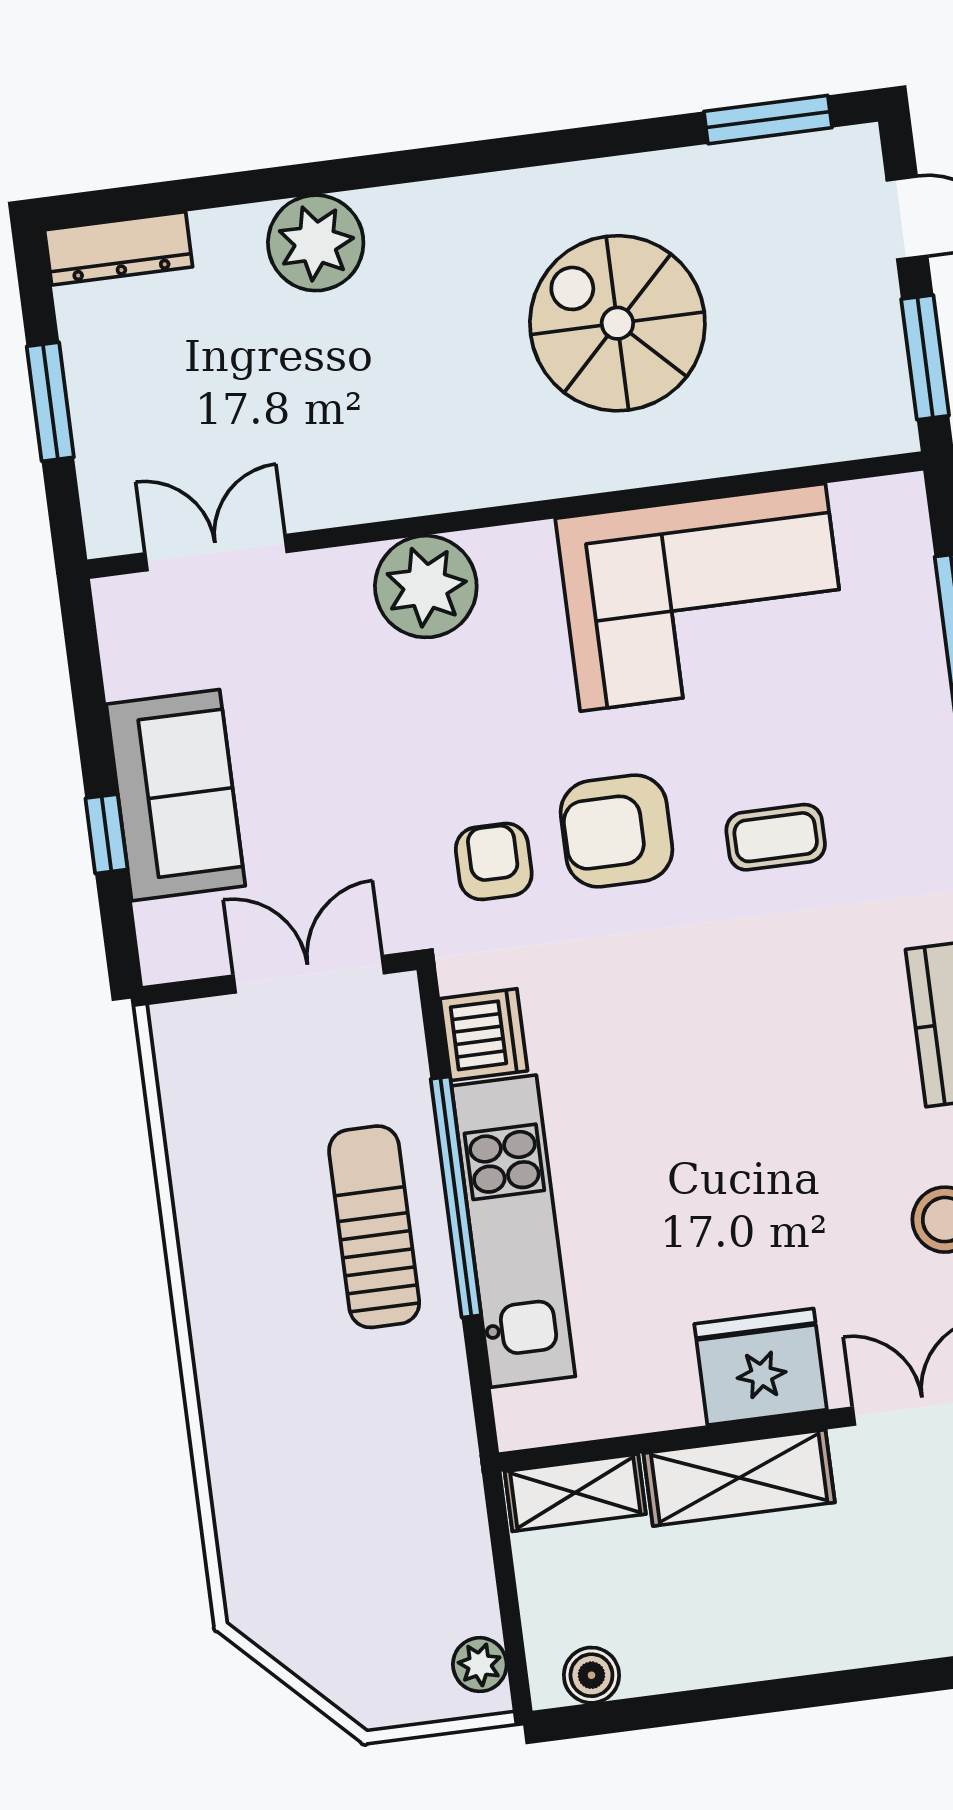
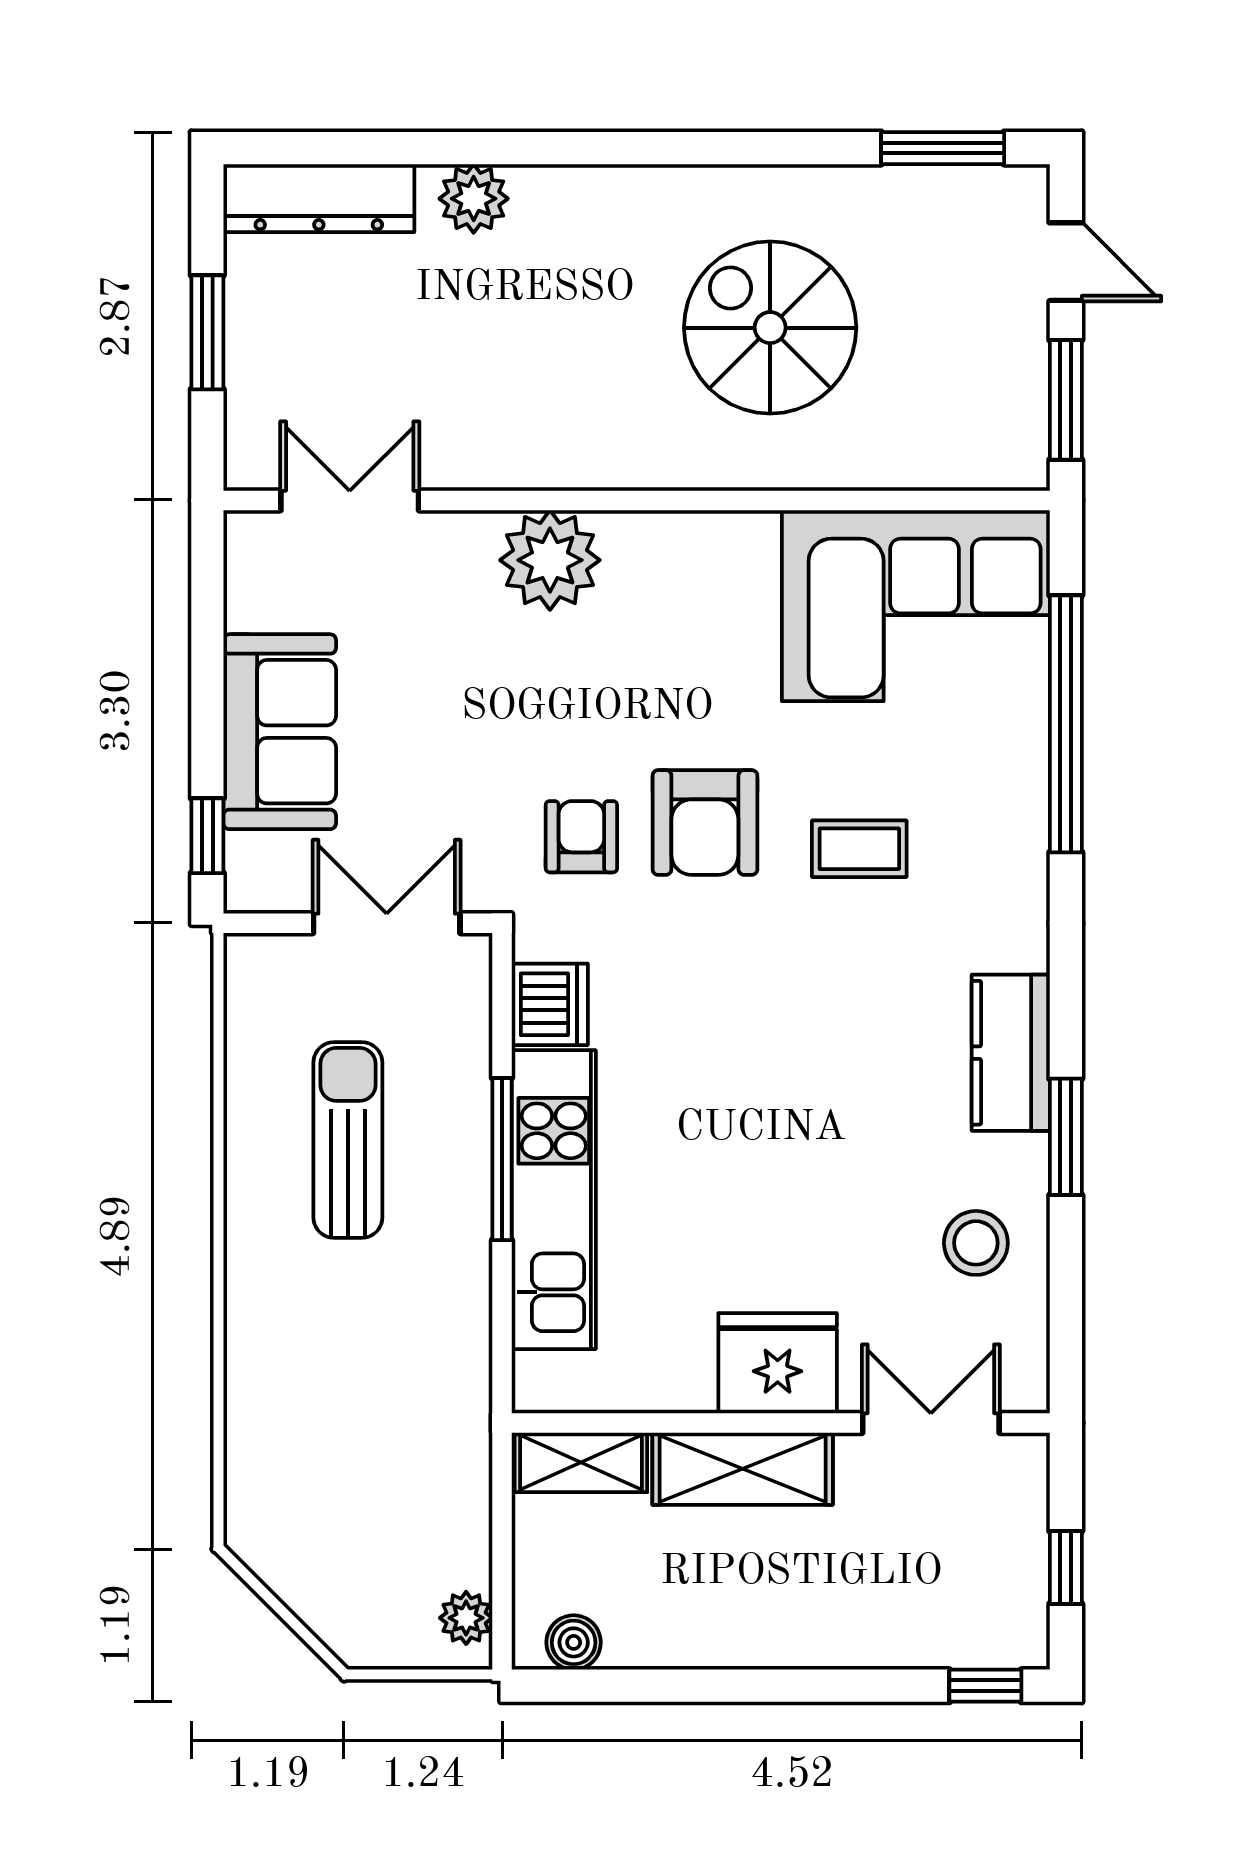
plant: (316, 243) -> (474, 199), width x0.73, depth x0.73
dresser: (119, 248) -> (319, 198), width x1.37, depth x1.24
corner sofa: (703, 597) -> (916, 606), moved
armchair: (616, 831) -> (705, 822), turned -90
window: (106, 834) -> (207, 836), moved
window: (456, 1197) -> (502, 1159), width x0.68
sun lounger: (374, 1227) -> (348, 1140), moved

